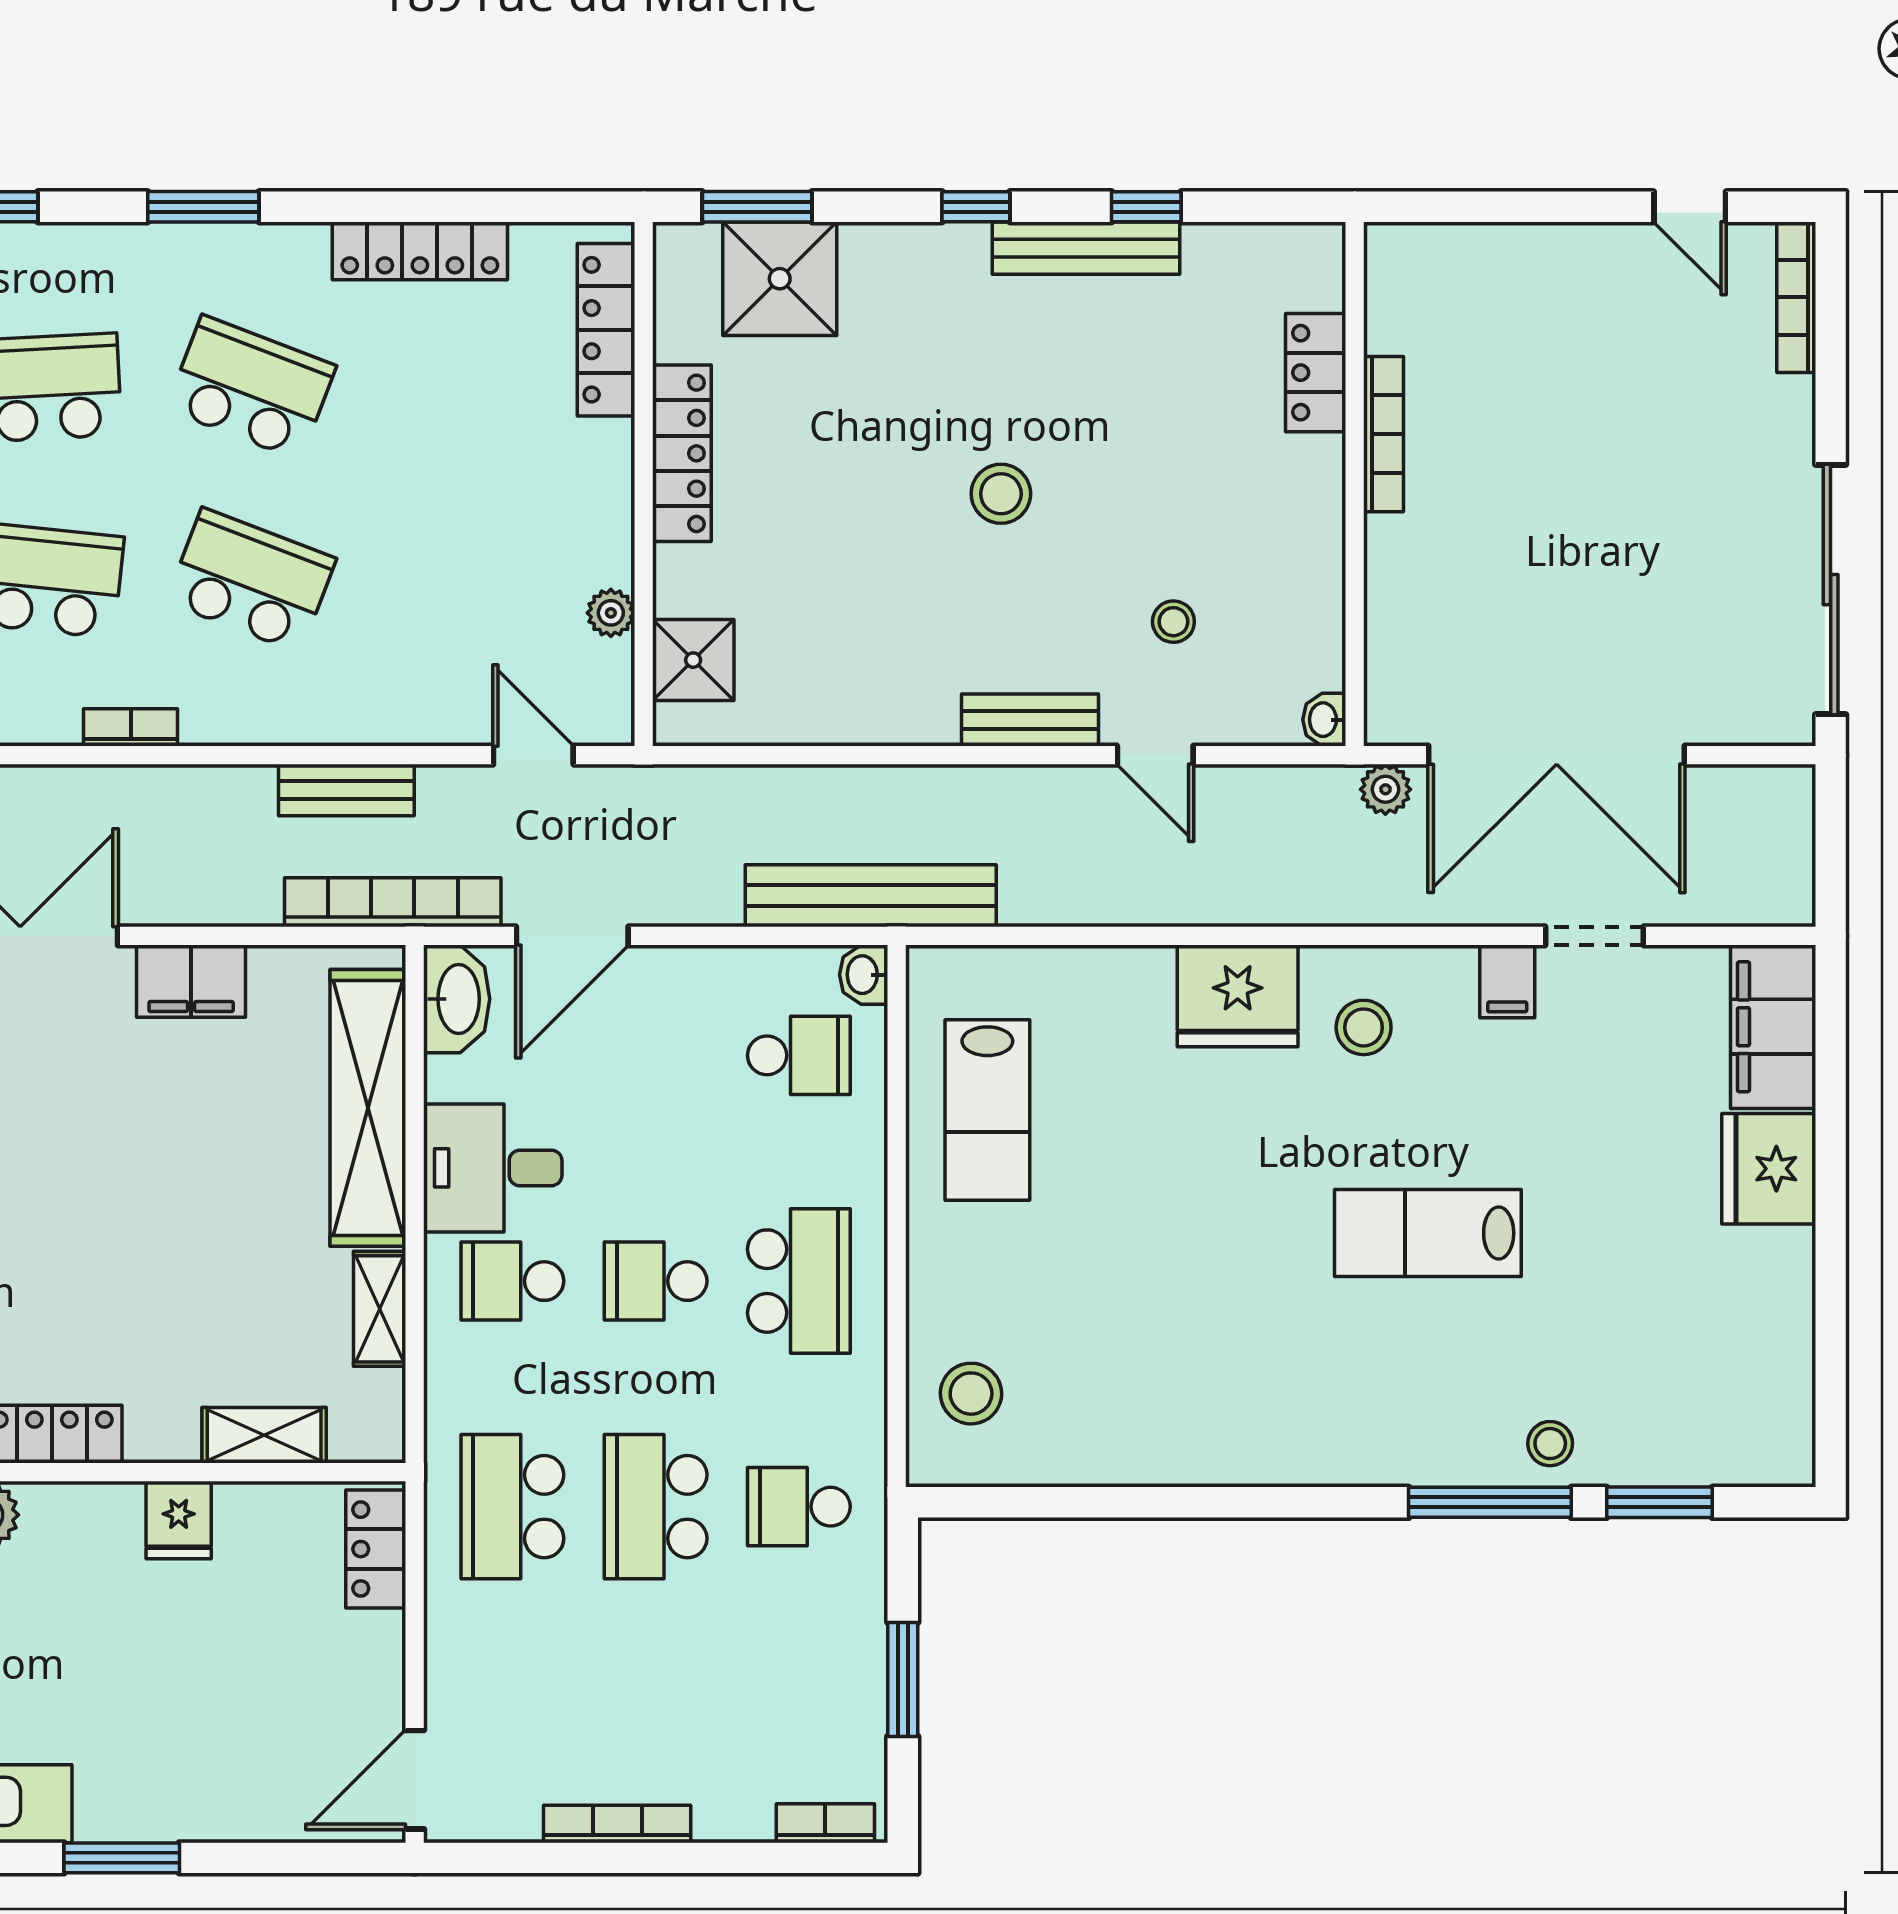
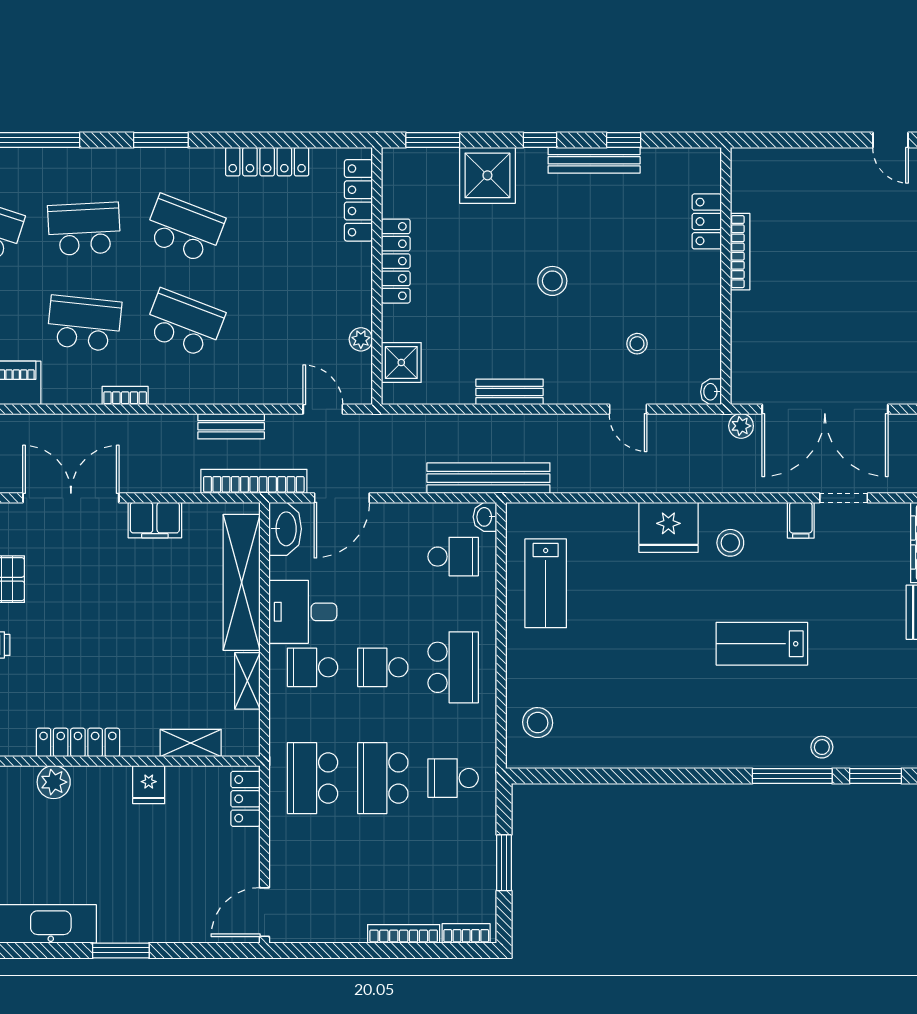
shower: (780, 279) -> (487, 175), moved
bench: (1030, 720) -> (510, 392), moved
bookcase: (617, 1824) -> (404, 934), moved

